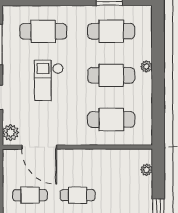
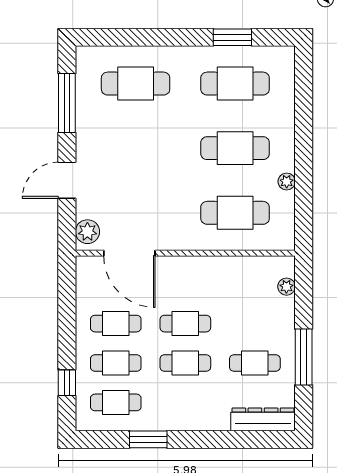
plant: (146, 66) -> (287, 182), moved
checkout: (49, 80) -> (144, 155), removed

